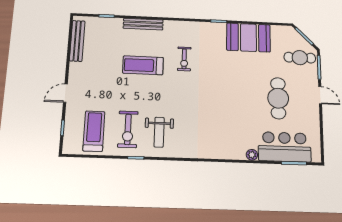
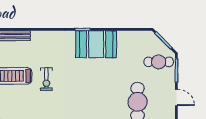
booth: (248, 38) -> (96, 44), moved
exercise bike: (184, 59) -> (46, 79), moved

